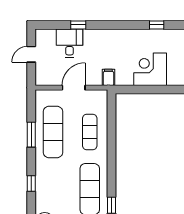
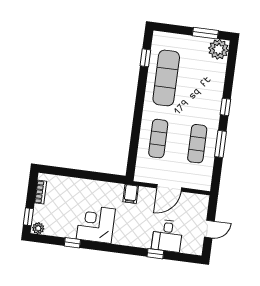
corner desk: (150, 69) -> (96, 224), moved, turned 180
exercise mat: (53, 132) -> (197, 144), width x0.73, depth x0.69
window: (31, 183) -> (225, 107), moved

